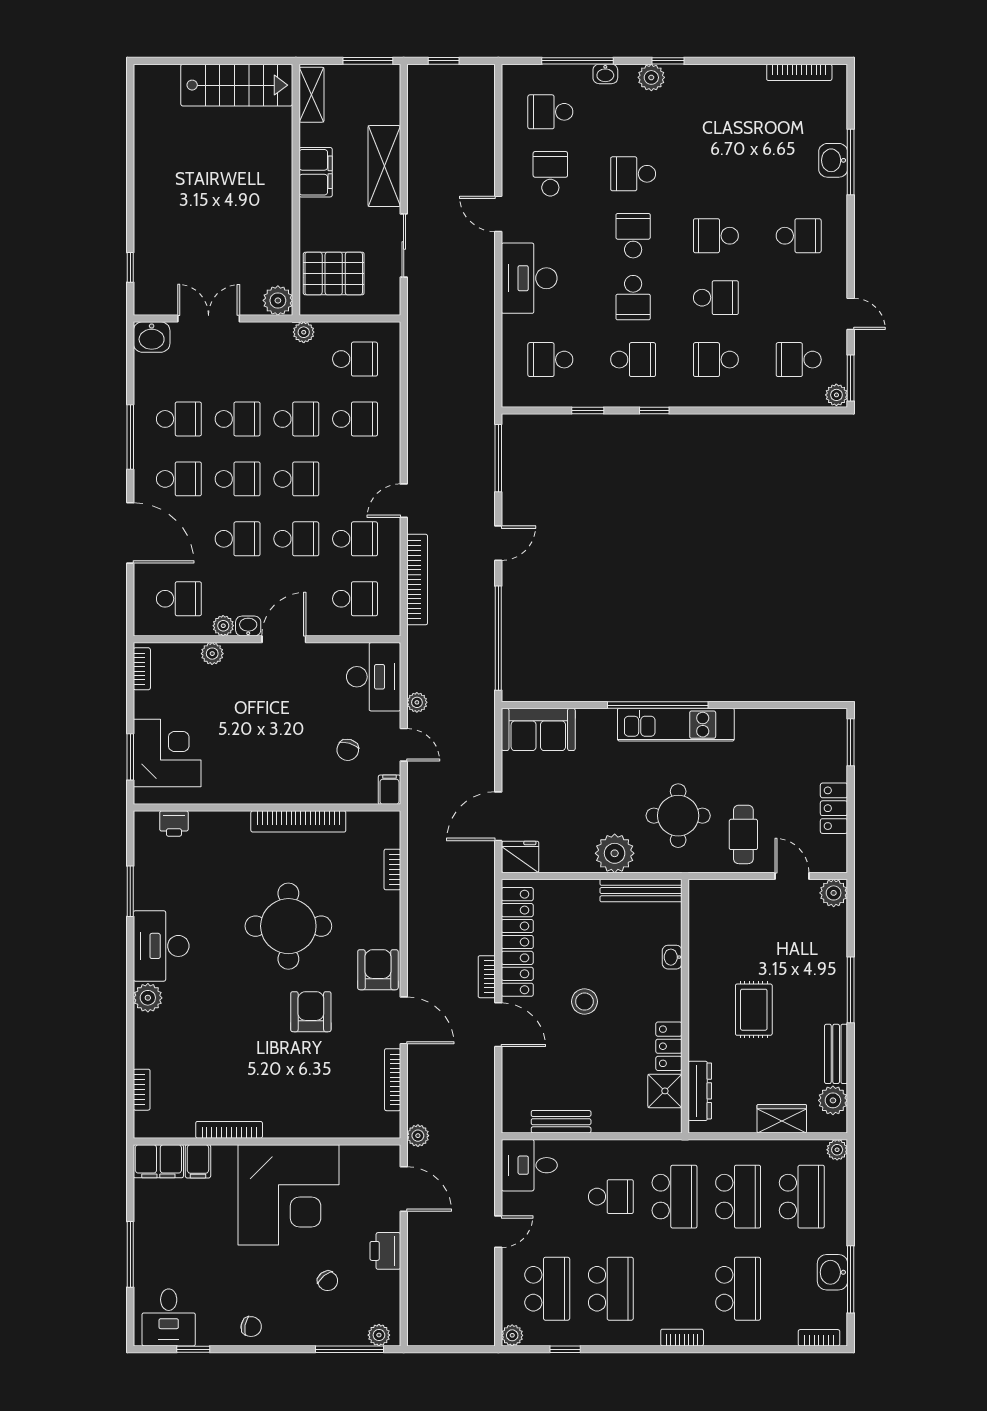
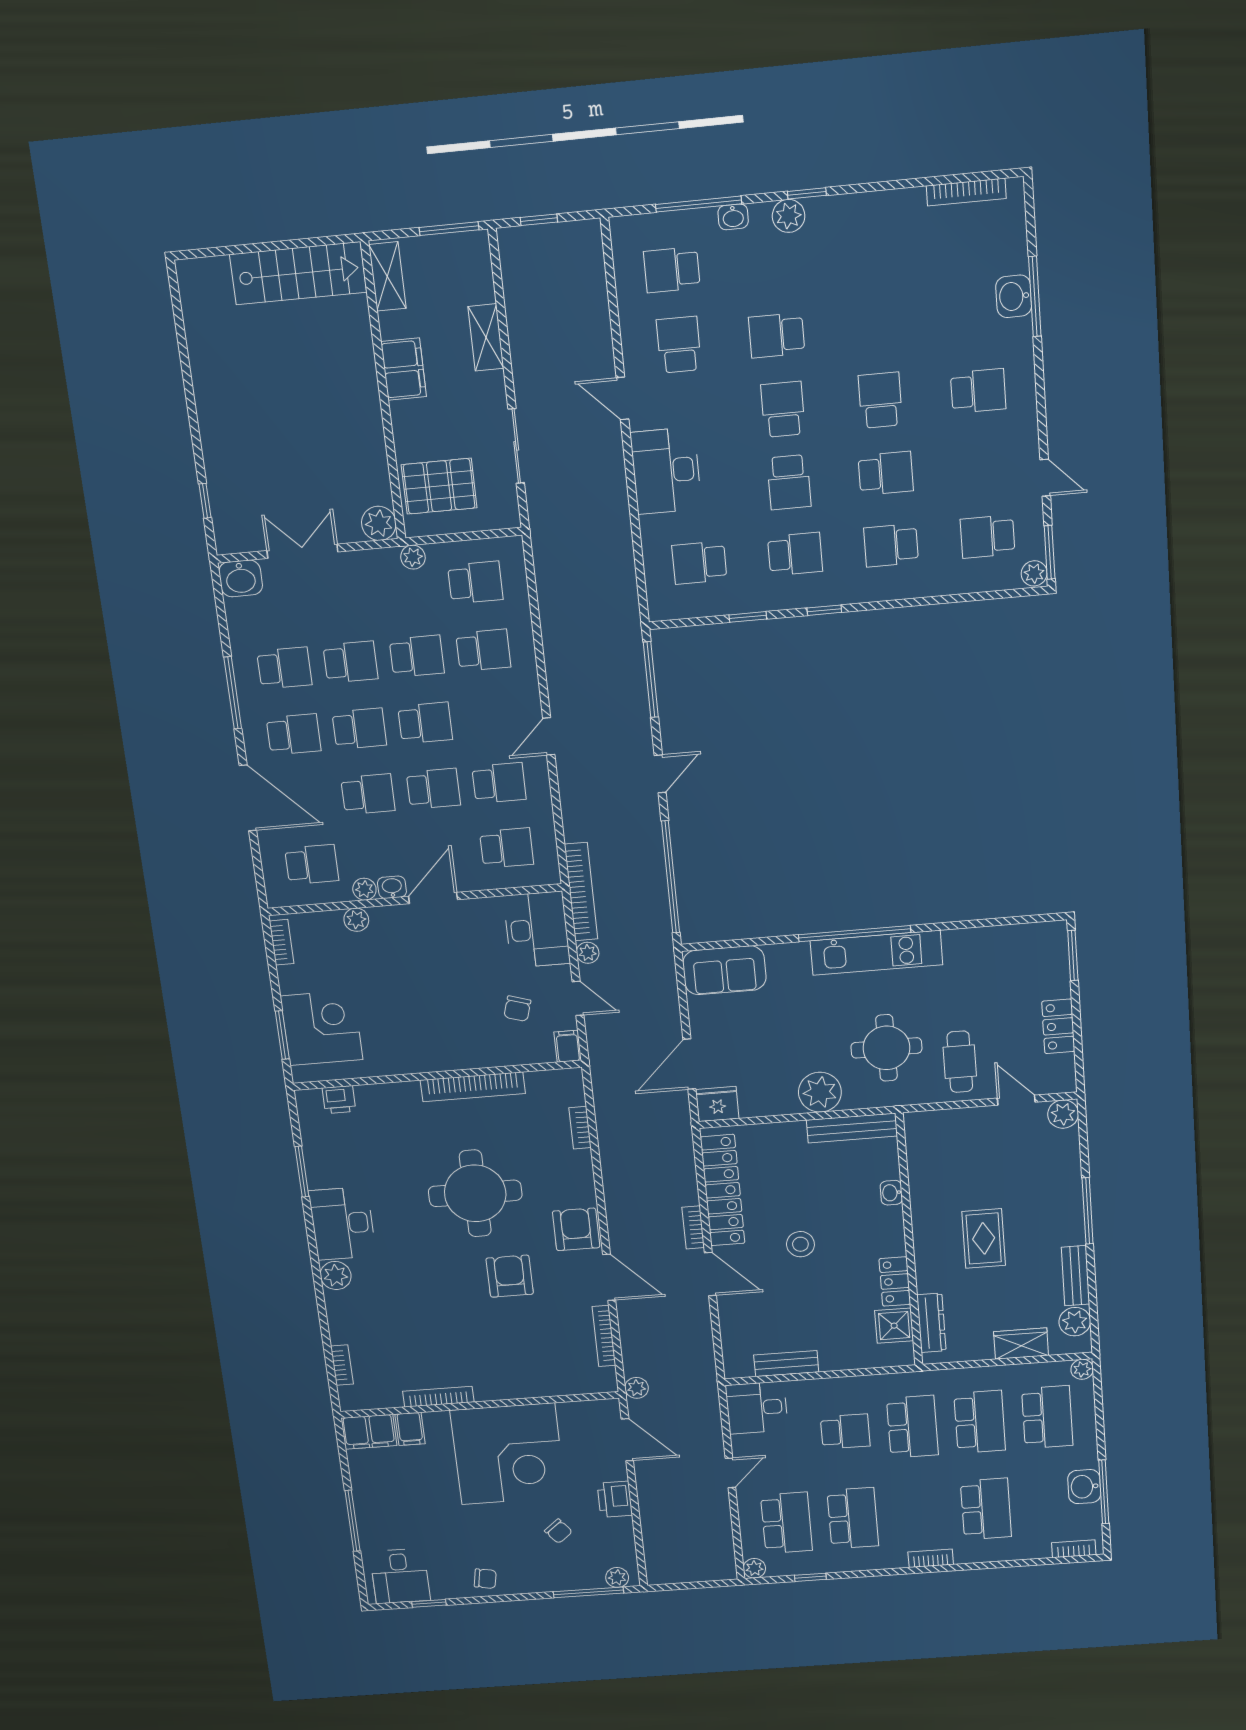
shelving: (384, 166) -> (486, 337), width x0.67, depth x0.75
school desk: (716, 236) -> (880, 400), turned 90
bookcase: (417, 580) -> (581, 892), moved

